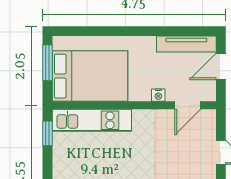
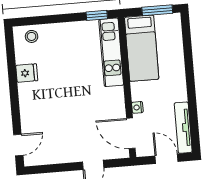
bed: (90, 76) -> (142, 48), width x0.67
door: (188, 105) -> (131, 133), width x1.37

